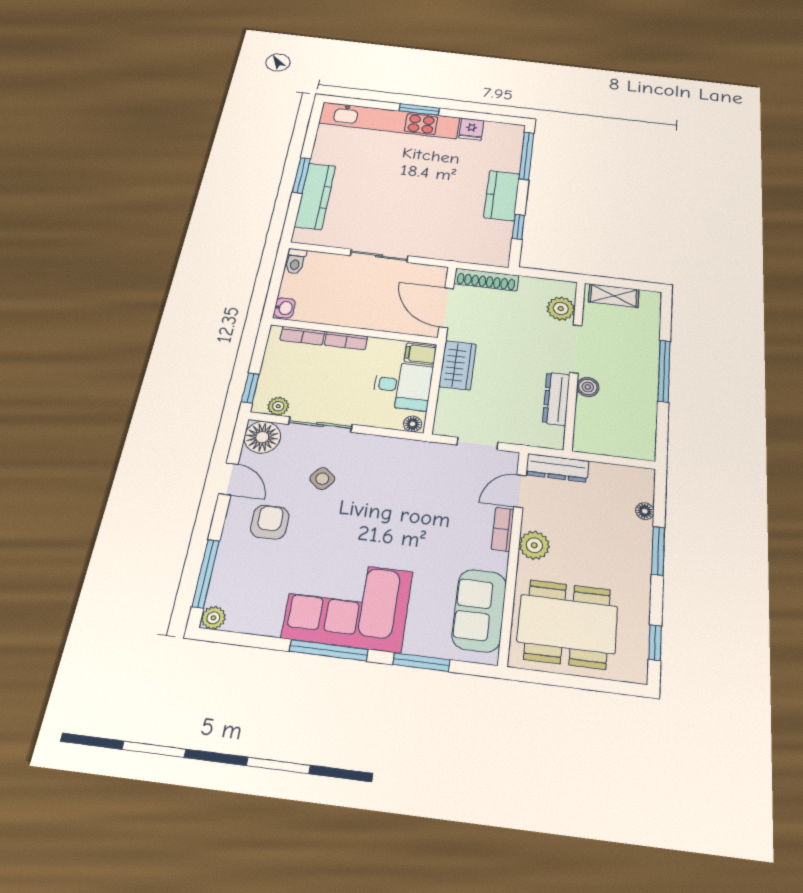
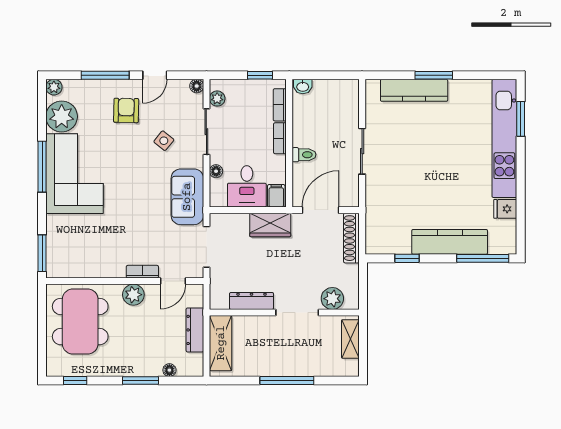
window: (419, 110) -> (521, 119), moved
kitchen counter: (502, 196) -> (450, 242), width x1.50
toilet: (295, 261) -> (304, 155), moved, turned 180
boiler: (588, 387) -> (265, 324), removed
window: (250, 388) -> (260, 75), moved
floor lamp: (413, 424) -> (216, 171), moved
floor lamp: (262, 437) -> (197, 86), width x0.53, depth x0.53
shelving: (611, 443) -> (221, 343), added
doorway: (477, 444) -> (206, 247), width x1.38
dresser: (557, 468) -> (195, 330), moved
door: (520, 491) -> (173, 281), swing flipped
armchair: (270, 522) -> (126, 110), turned -89
window: (206, 573) -> (105, 75), moved
sofa: (479, 610) -> (187, 197), moved, turned -90
plant: (259, 612) -> (62, 117), added
window: (421, 662) -> (42, 253), moved

